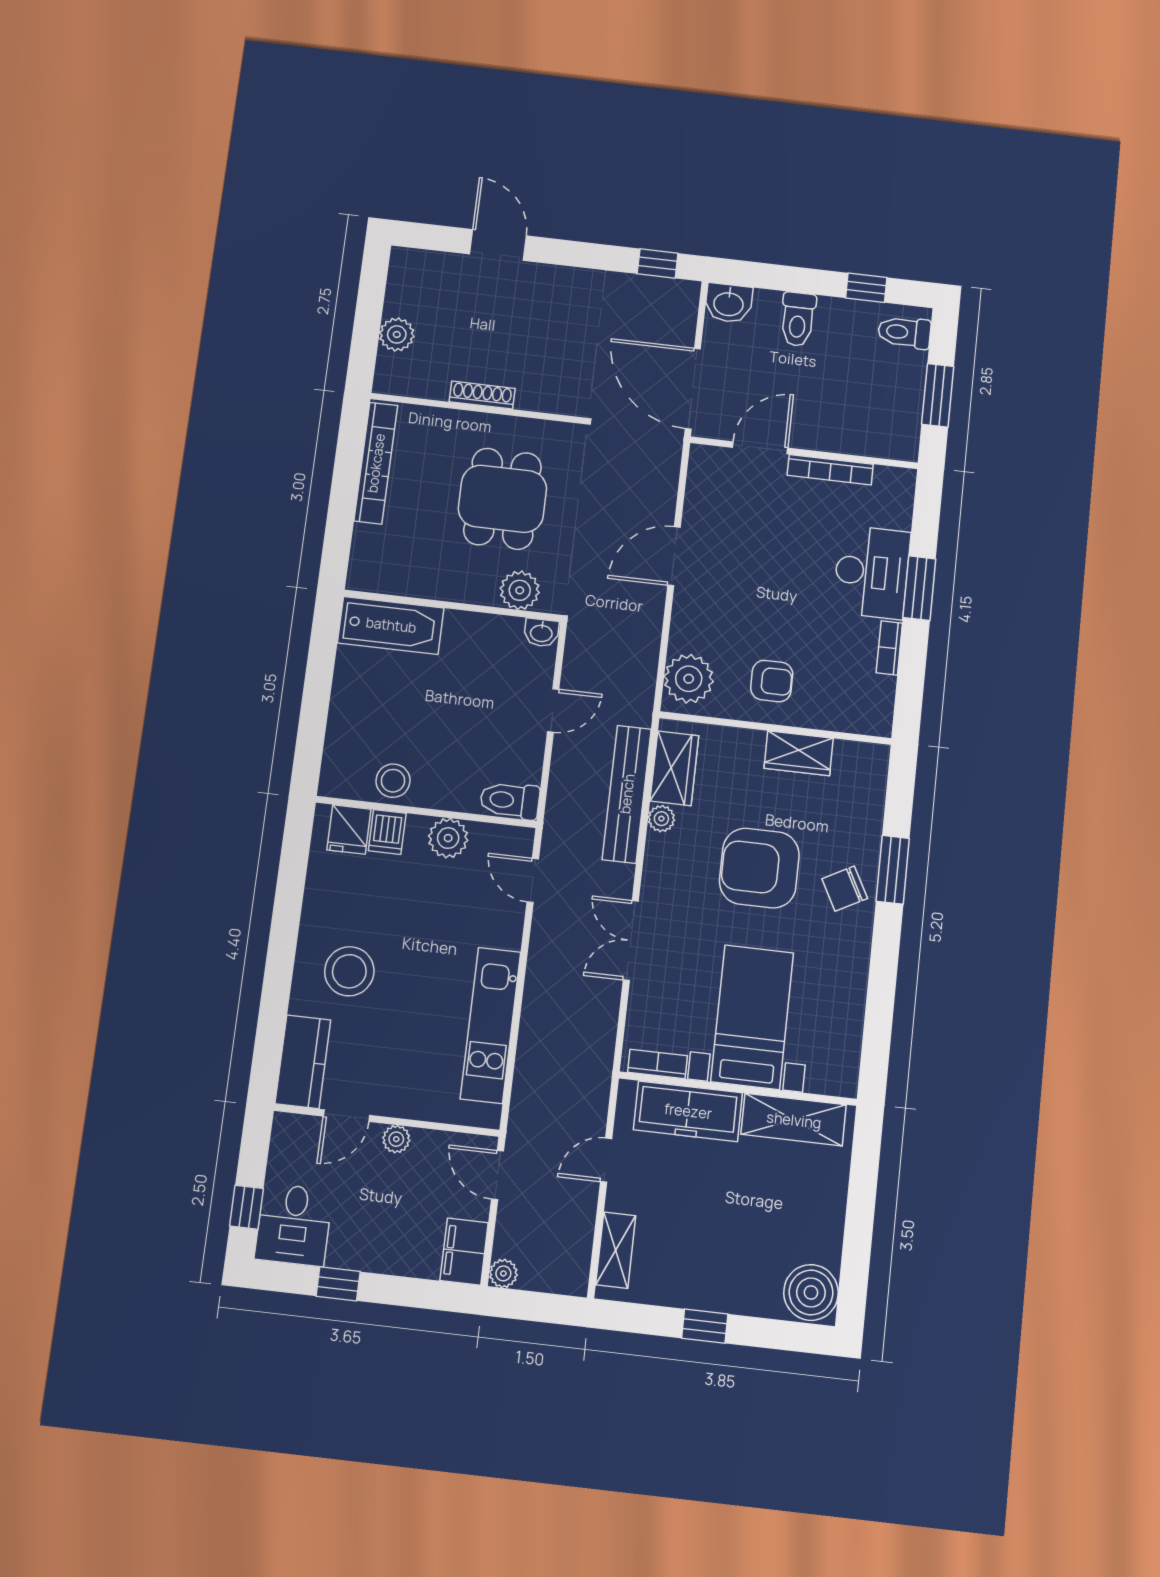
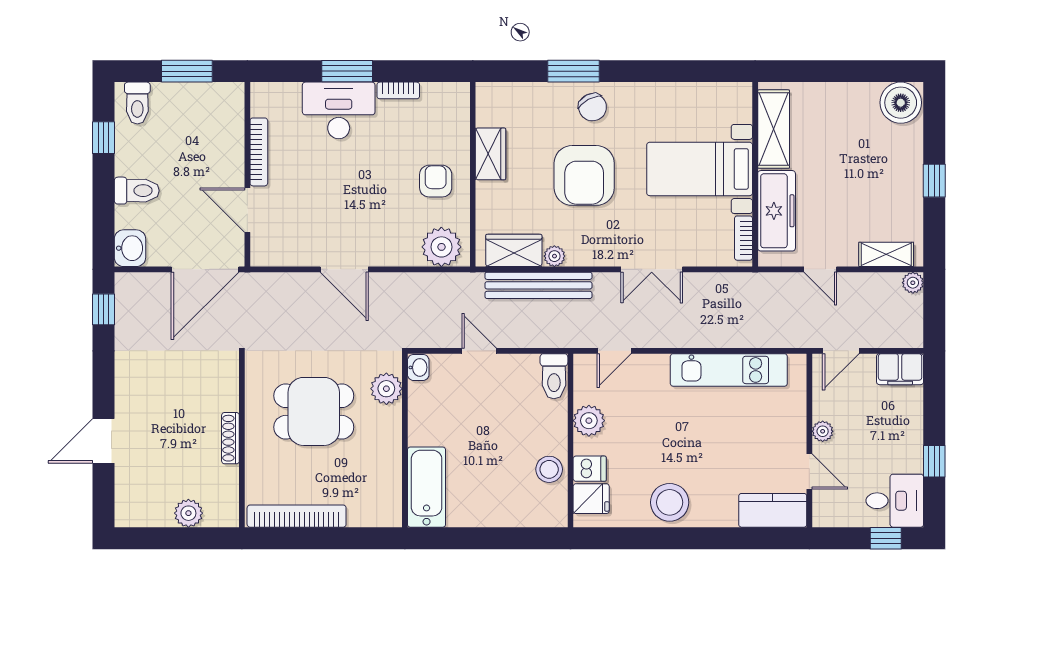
stool: (349, 971) -> (670, 502), moved
plant: (503, 1273) -> (913, 283), moved

